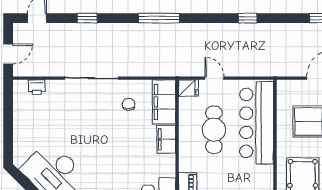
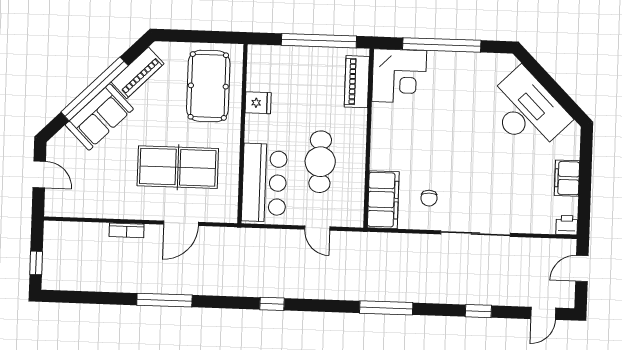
printer: (37, 87) -> (567, 225), moved
fridge: (189, 88) -> (258, 103), moved, turned 180
bar counter: (257, 123) -> (264, 183), width x0.73
filing cabinet: (166, 139) -> (567, 178), moved, turned 180

